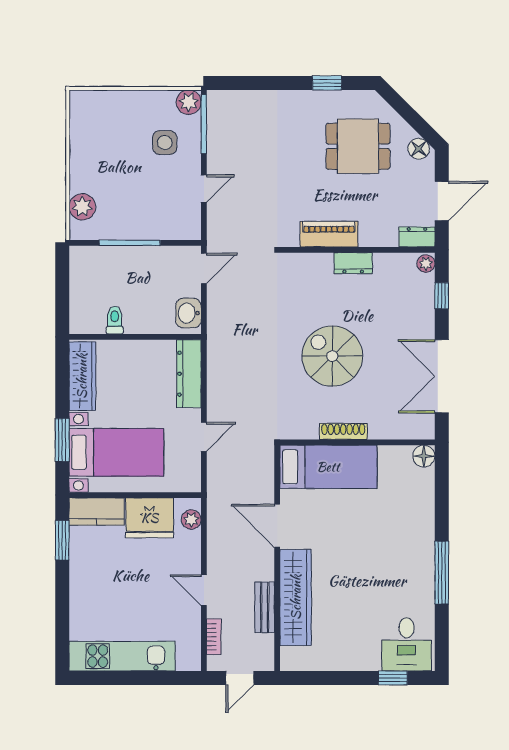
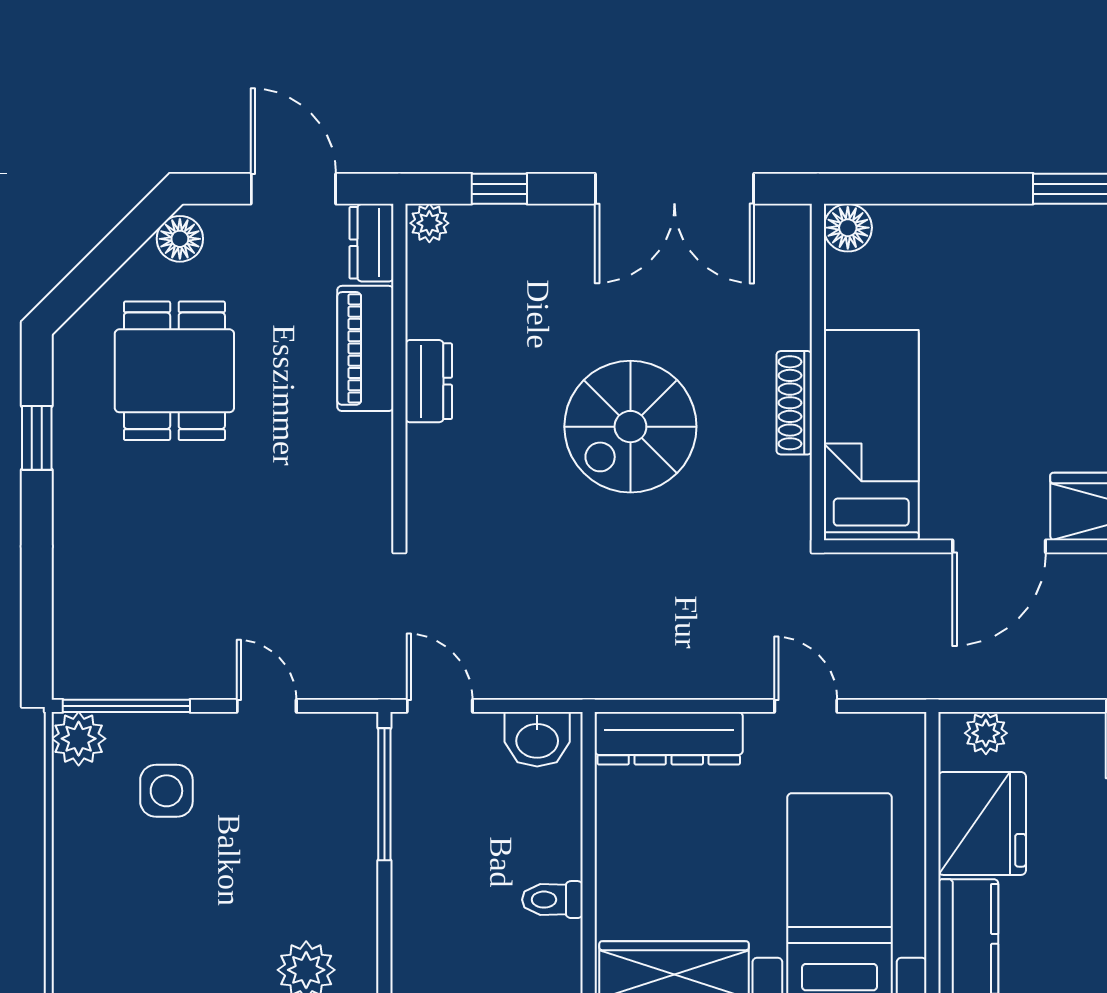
piano: (329, 234) -> (365, 348), moved
window: (130, 243) -> (384, 794), moved

